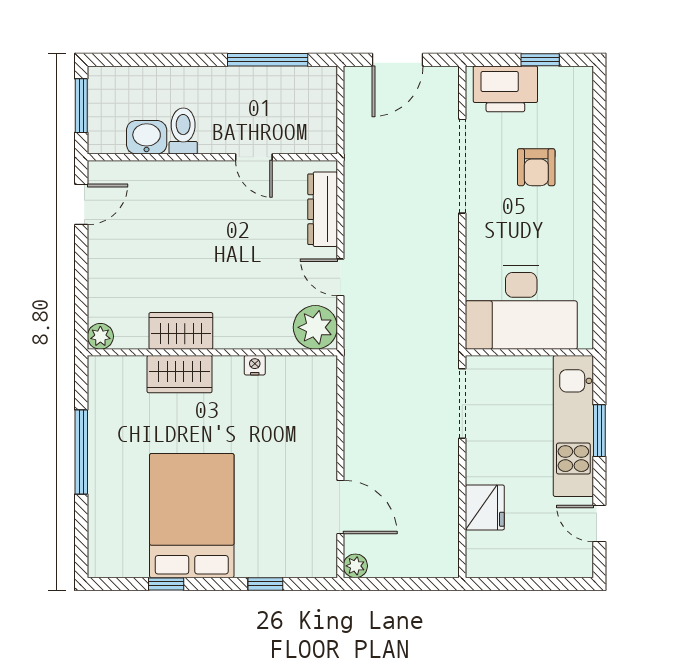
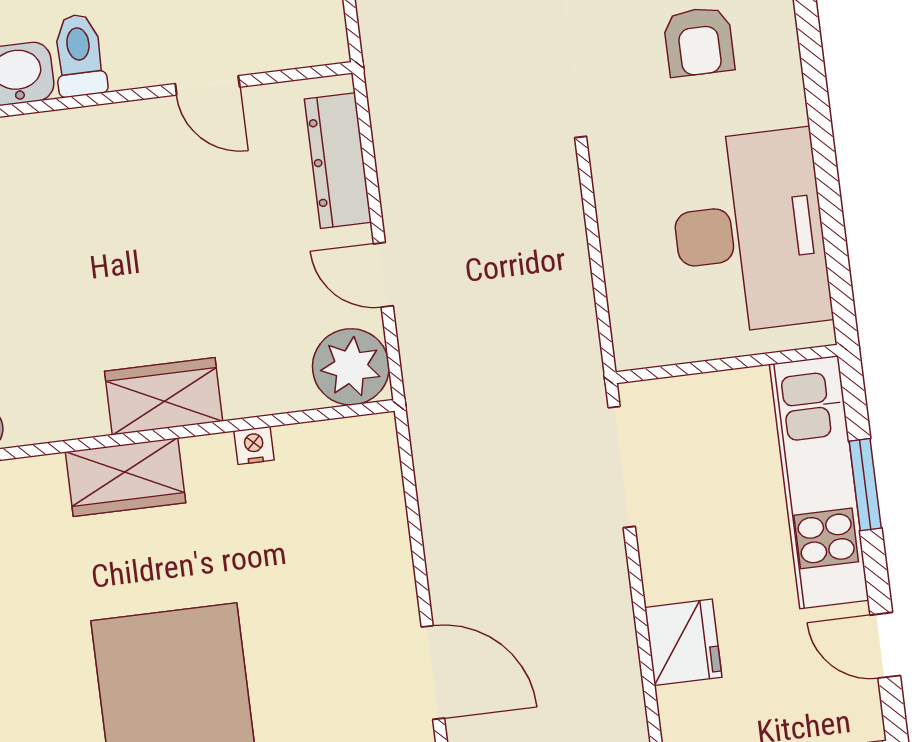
desk: (521, 307) -> (749, 232), moved, turned -90
wardrobe: (181, 331) -> (164, 396), moved

